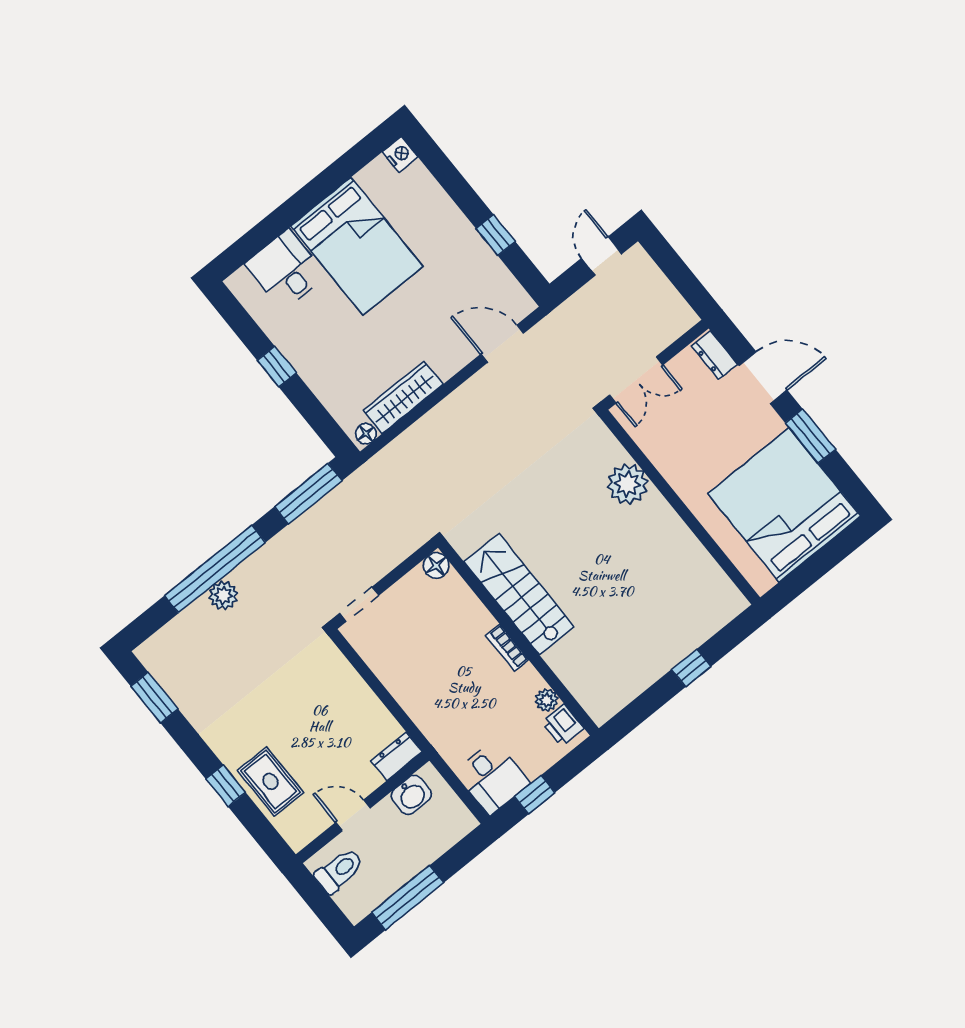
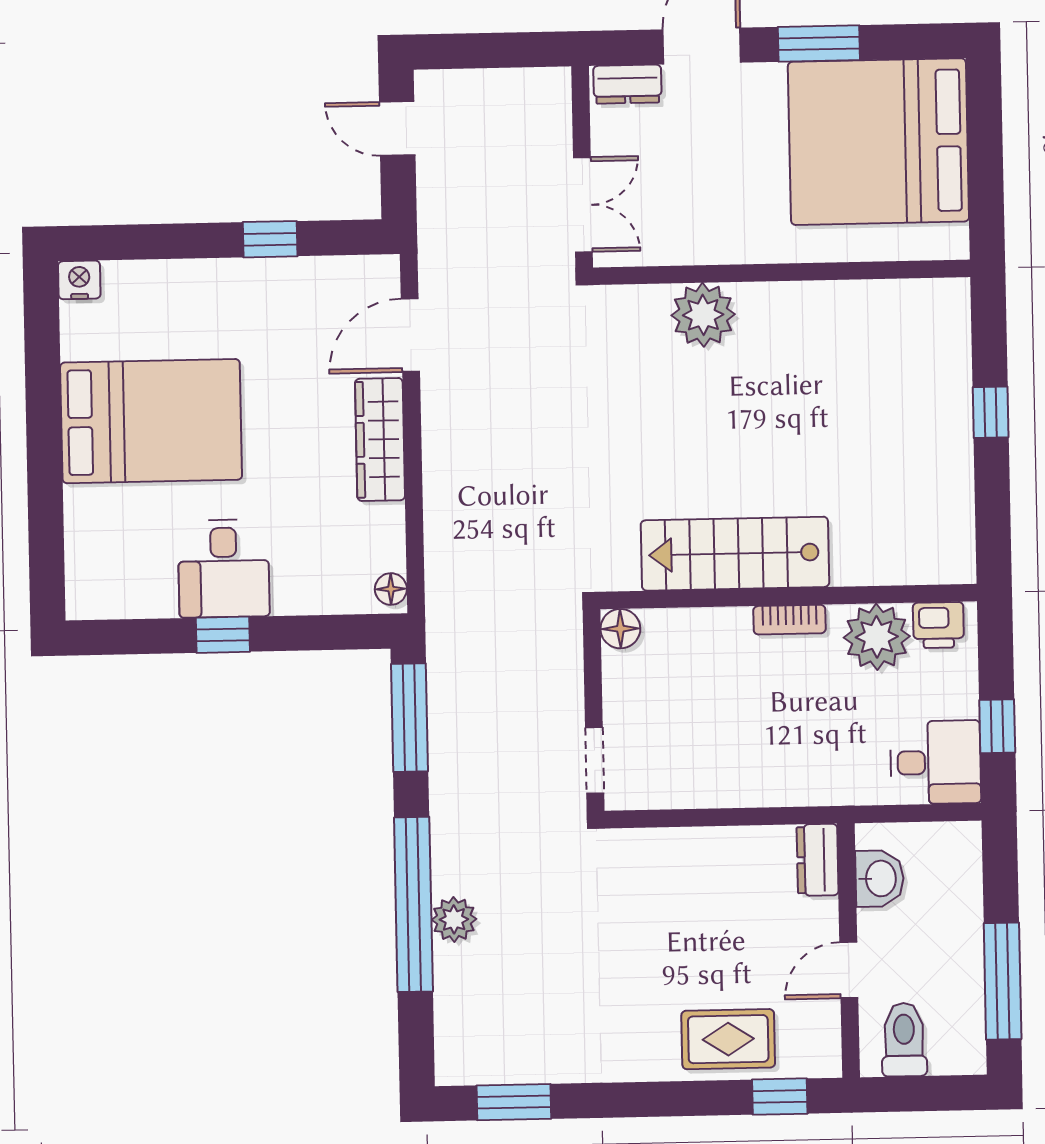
desk: (286, 270) -> (224, 569), moved, turned -90
wardrobe: (403, 397) -> (380, 439), moved
plant: (547, 700) -> (877, 637), width x1.88, depth x1.88
window: (226, 786) -> (780, 1097), moved

